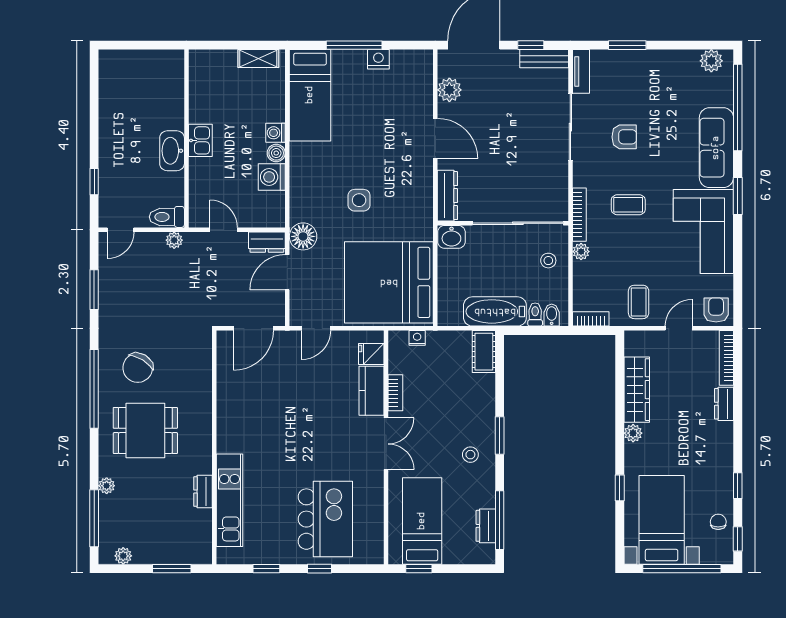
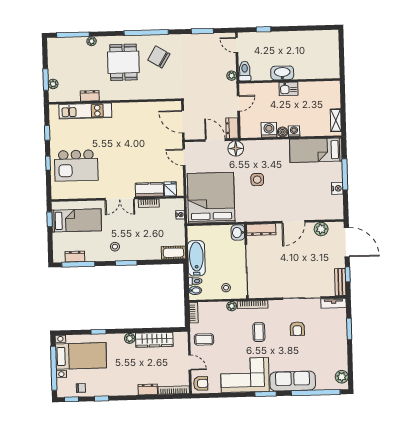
plant: (123, 556) -> (53, 84), moved

